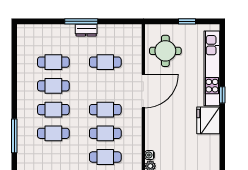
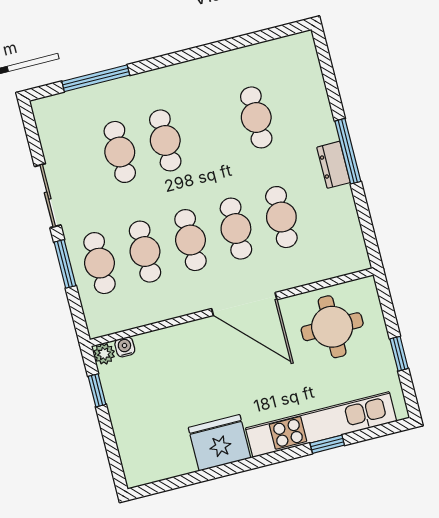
cafe table: (53, 86) -> (236, 229), moved
window: (222, 95) -> (327, 444), moved

